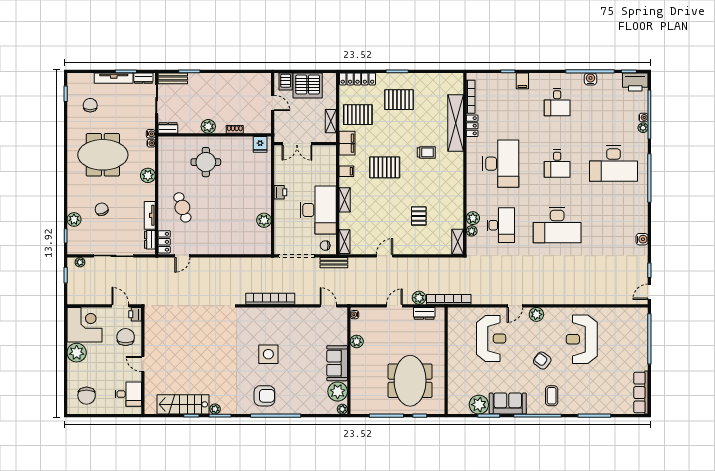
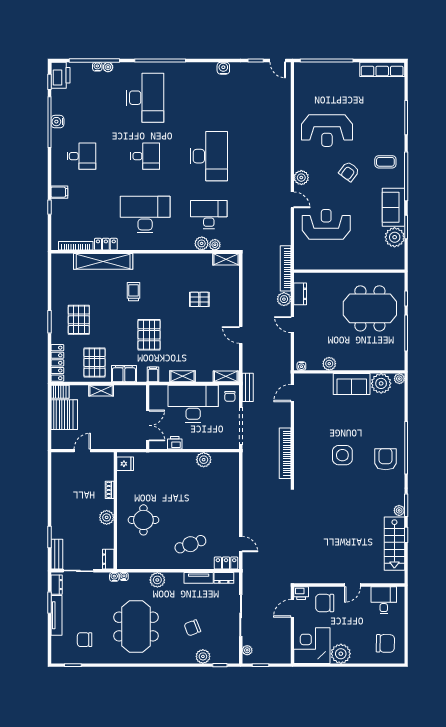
server rack: (286, 81) -> (60, 392), moved
double door: (297, 144) -> (148, 425), moved
wall: (305, 144) -> (148, 417), moved

